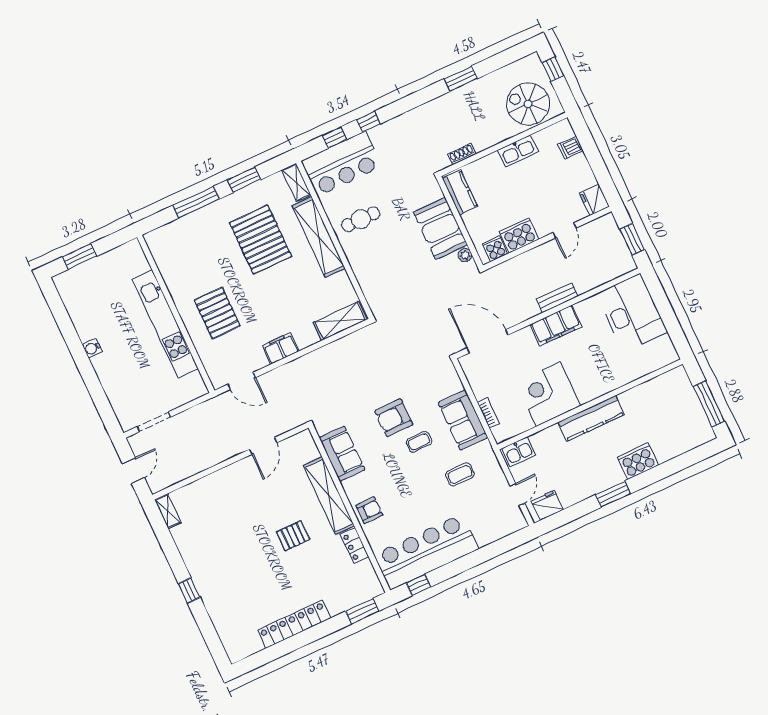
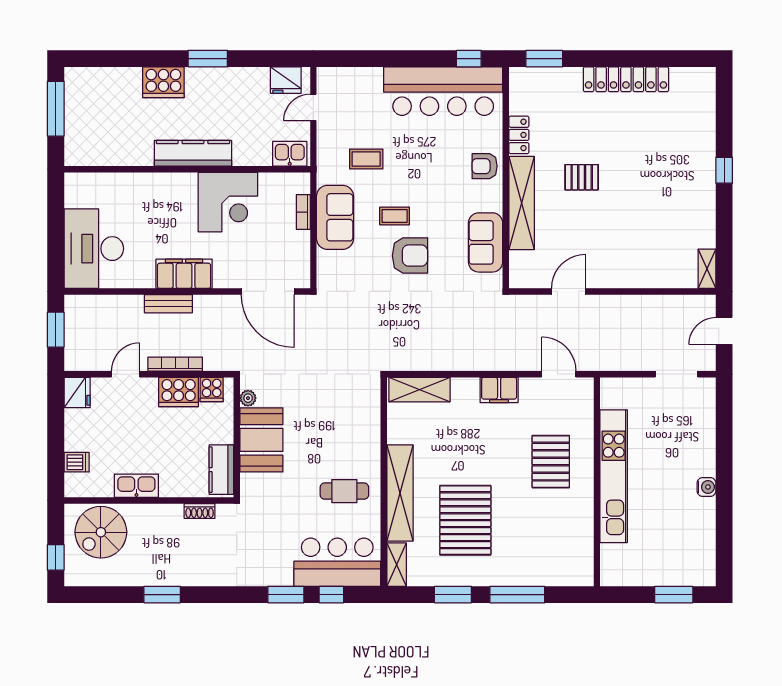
spiral stairs: (528, 104) -> (101, 532), turned 90
window: (368, 122) -> (286, 595), width x1.50
bookcase: (531, 255) -> (175, 364), added

